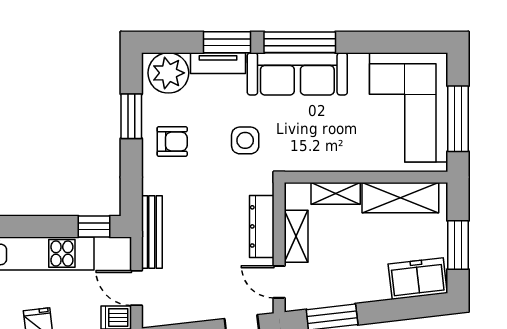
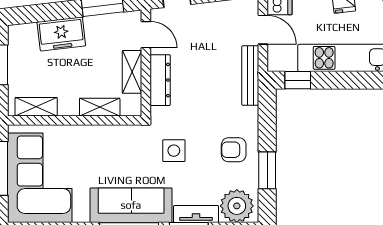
shelving: (400, 198) -> (36, 107), width x0.67, depth x0.75
freezer: (418, 279) -> (61, 34), moved

